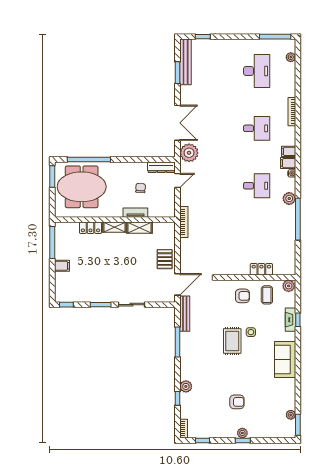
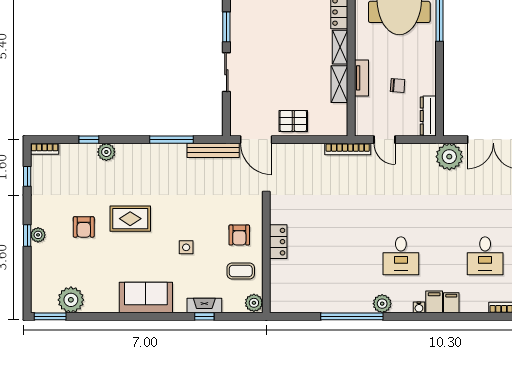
door: (177, 181) -> (384, 140), moved
locker: (261, 269) -> (278, 242), moved
rug: (232, 341) -> (130, 219), moved
plant: (291, 415) -> (71, 300), width x1.88, depth x1.88

